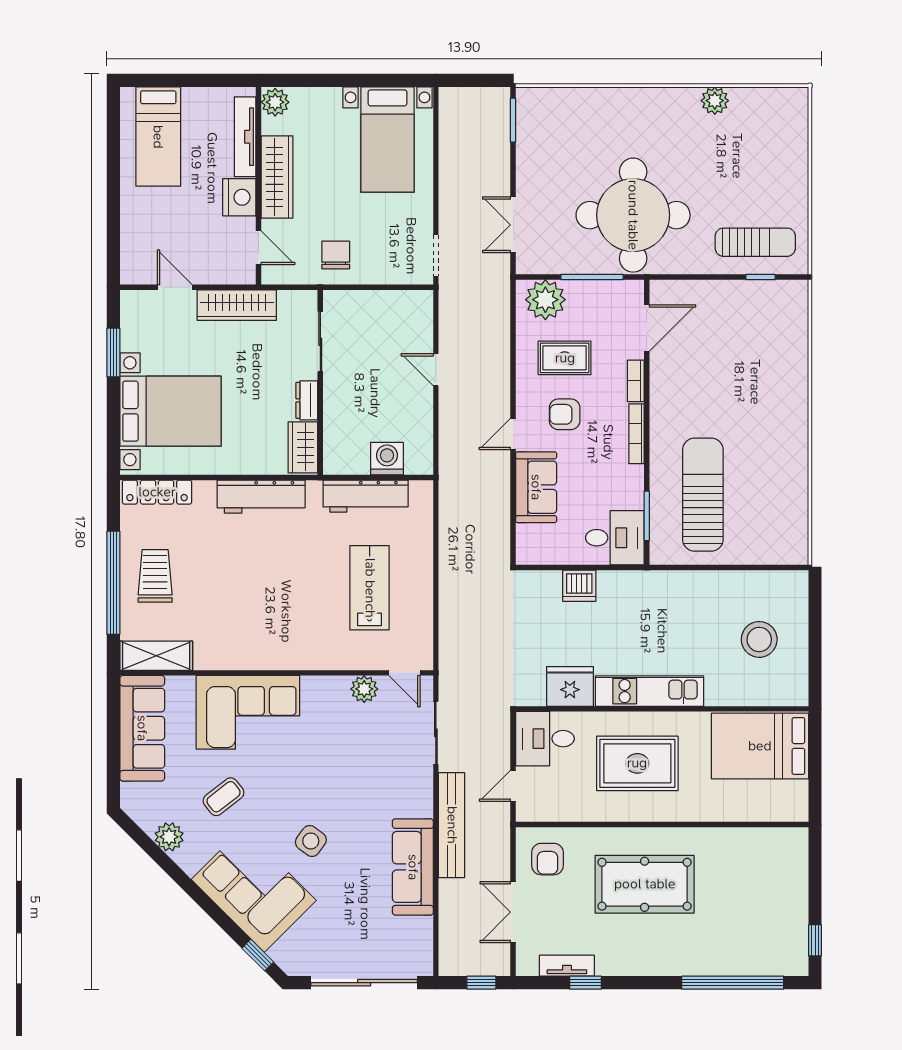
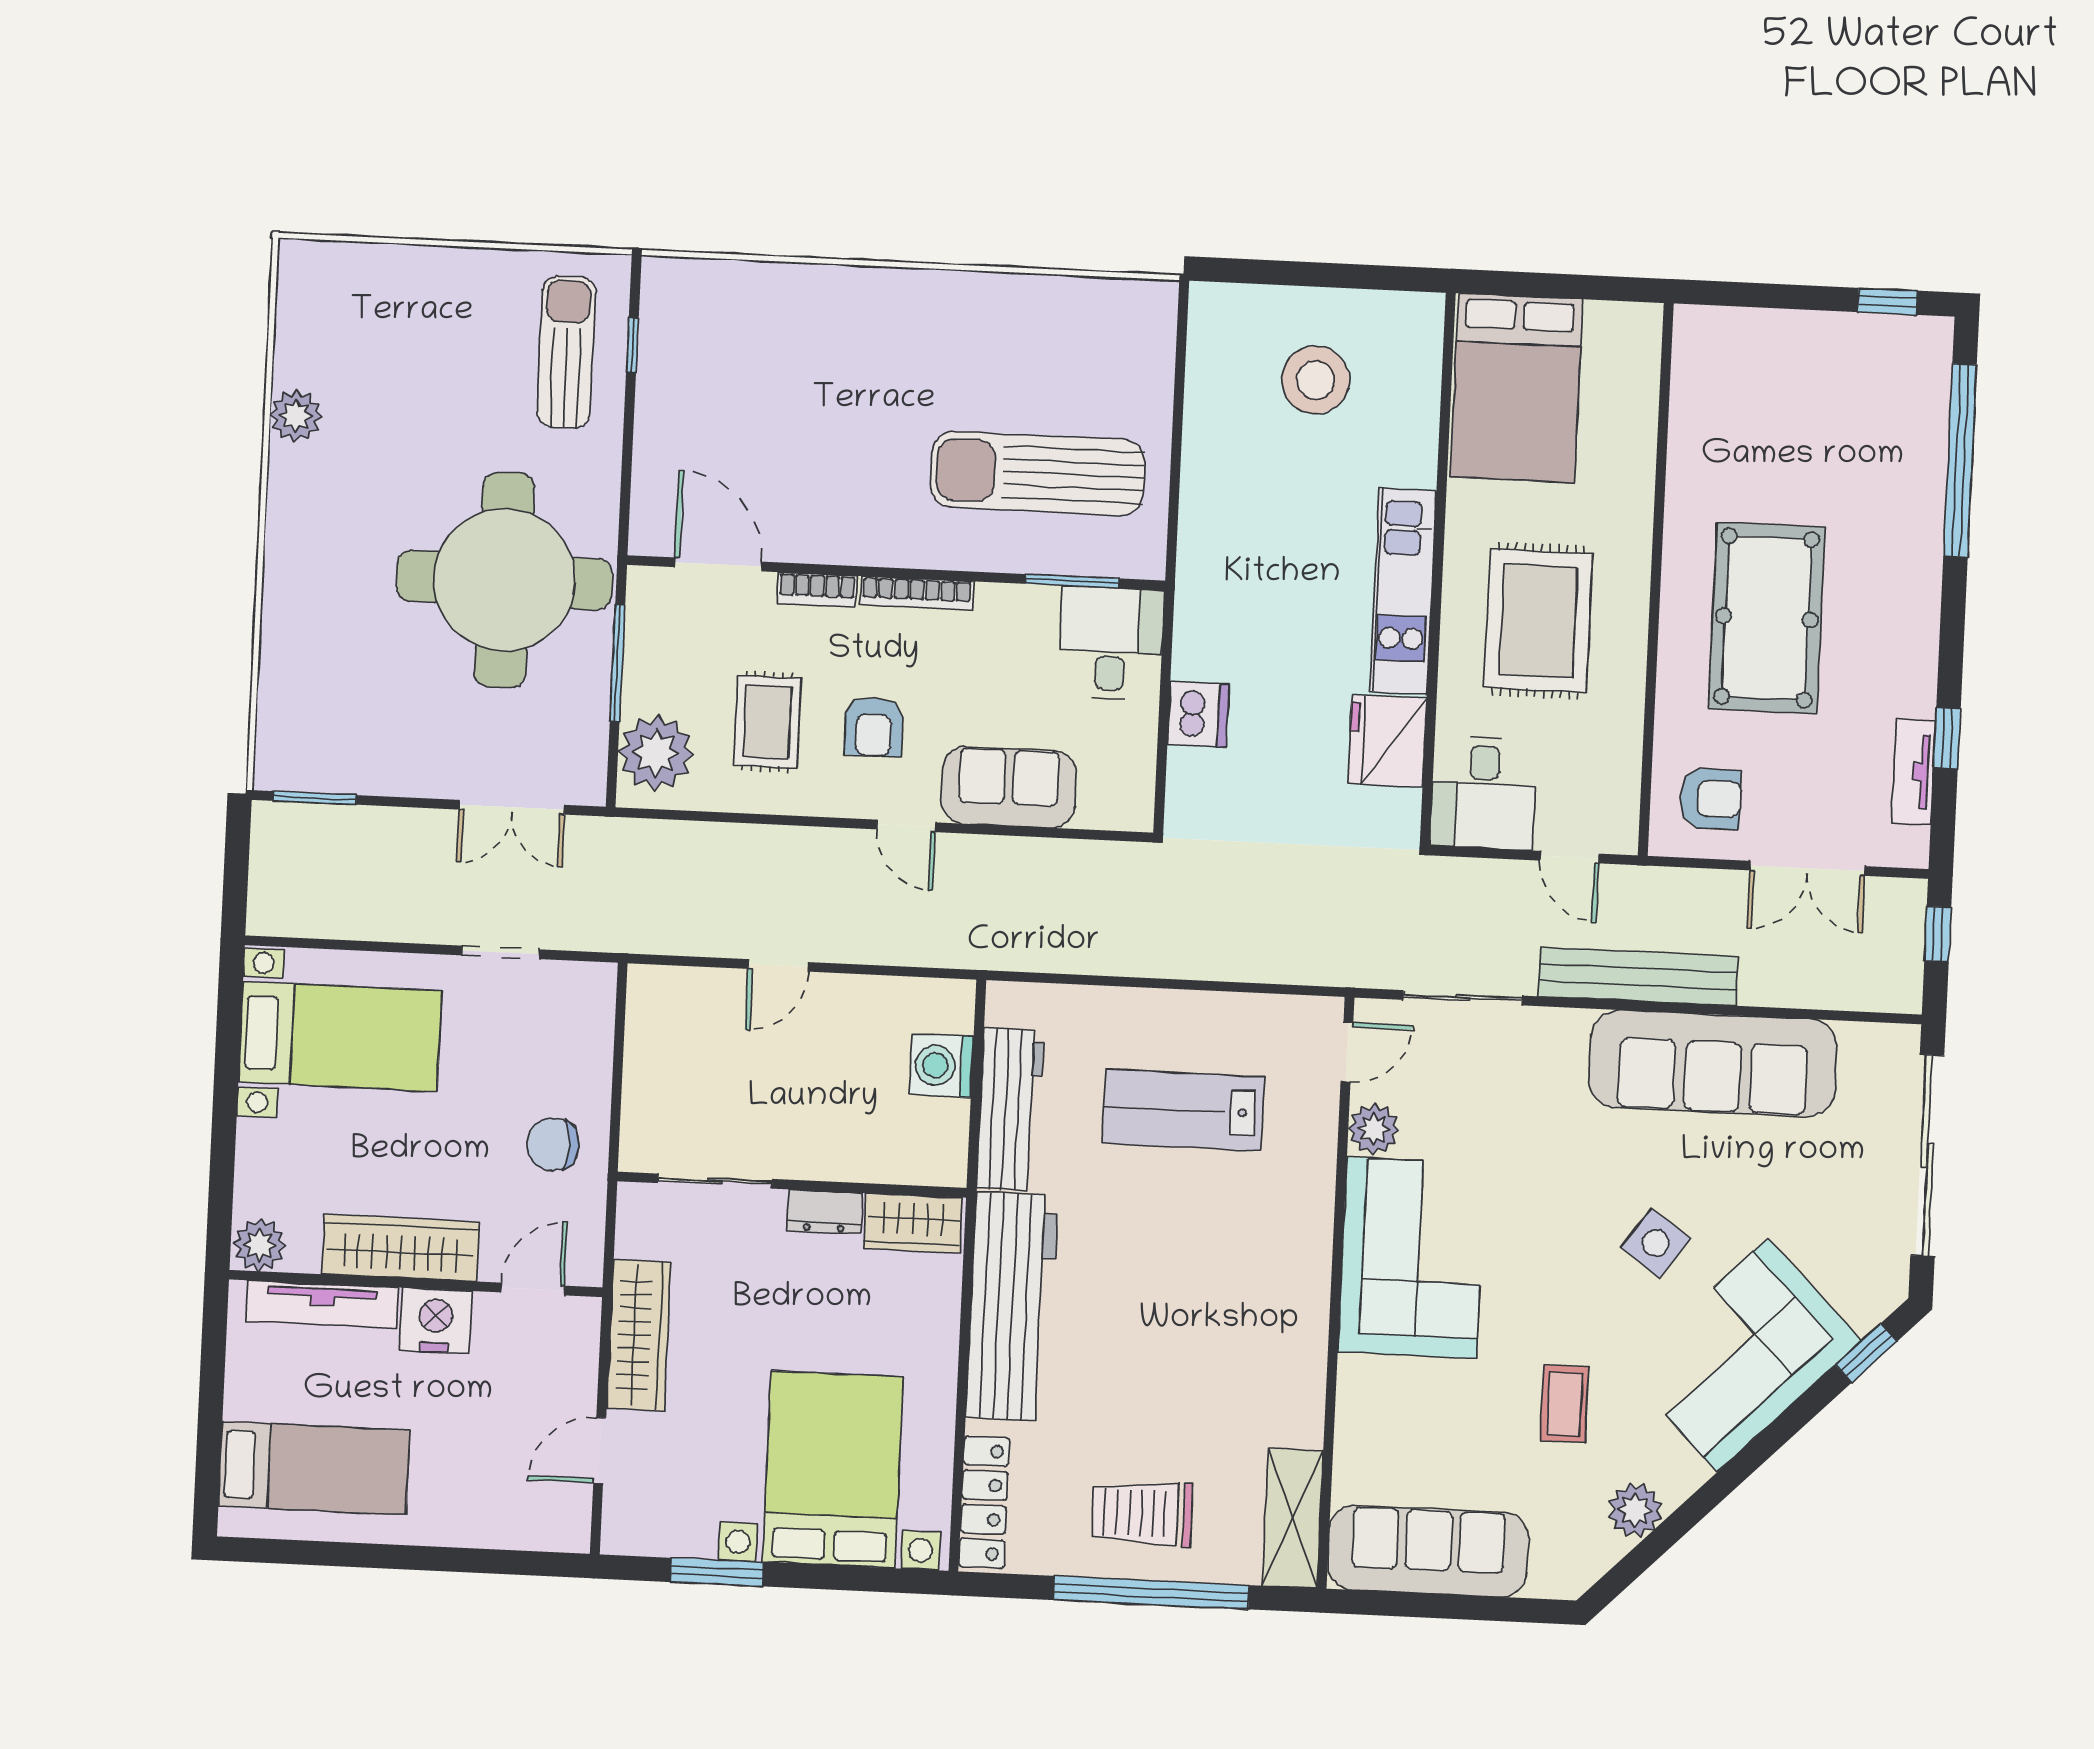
doorway: (436, 256) -> (501, 952), moved
workbench: (261, 497) -> (1012, 1307), width x1.36, depth x1.32
corner sofa: (248, 712) -> (1412, 1258), moved
coffee table: (224, 797) -> (1564, 1404), turned 38
sofa: (413, 867) -> (1713, 1064), width x1.36, depth x1.27

